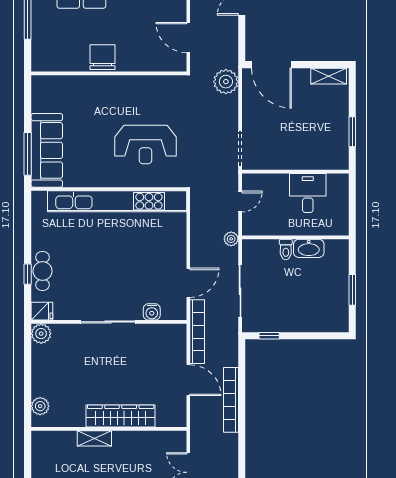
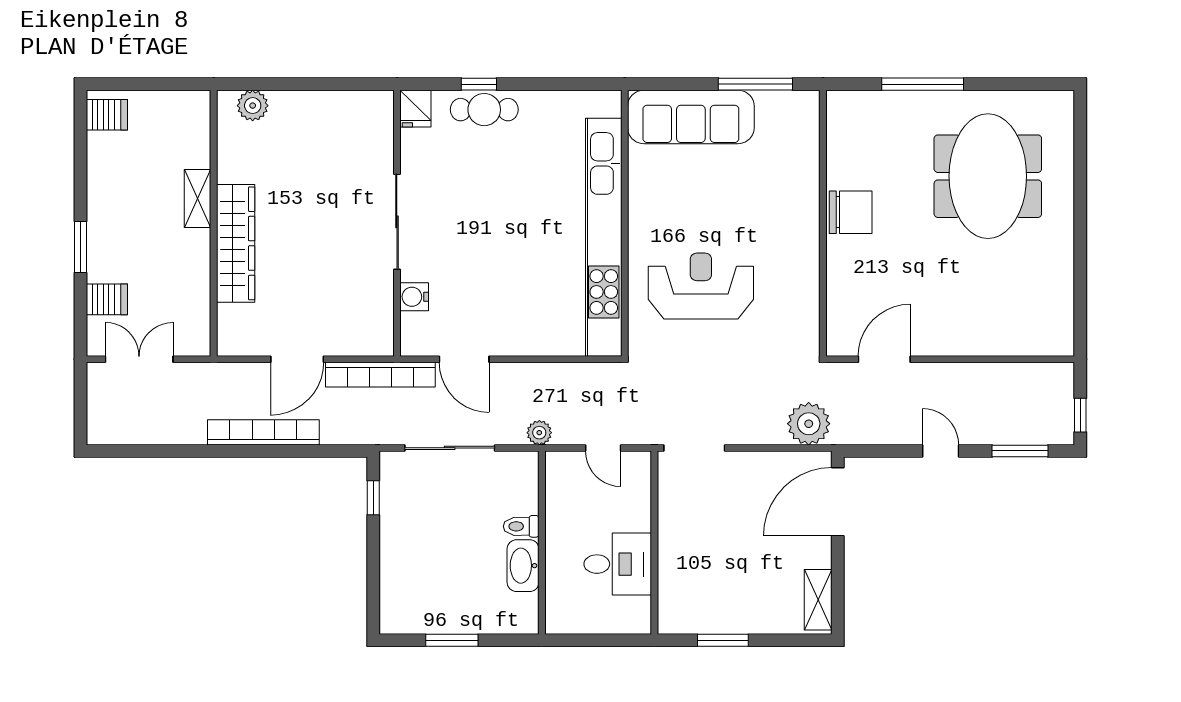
reception desk: (146, 145) -> (701, 286), turned 90
window: (28, 154) -> (755, 84), moved
plant: (41, 334) -> (377, 107), removed

